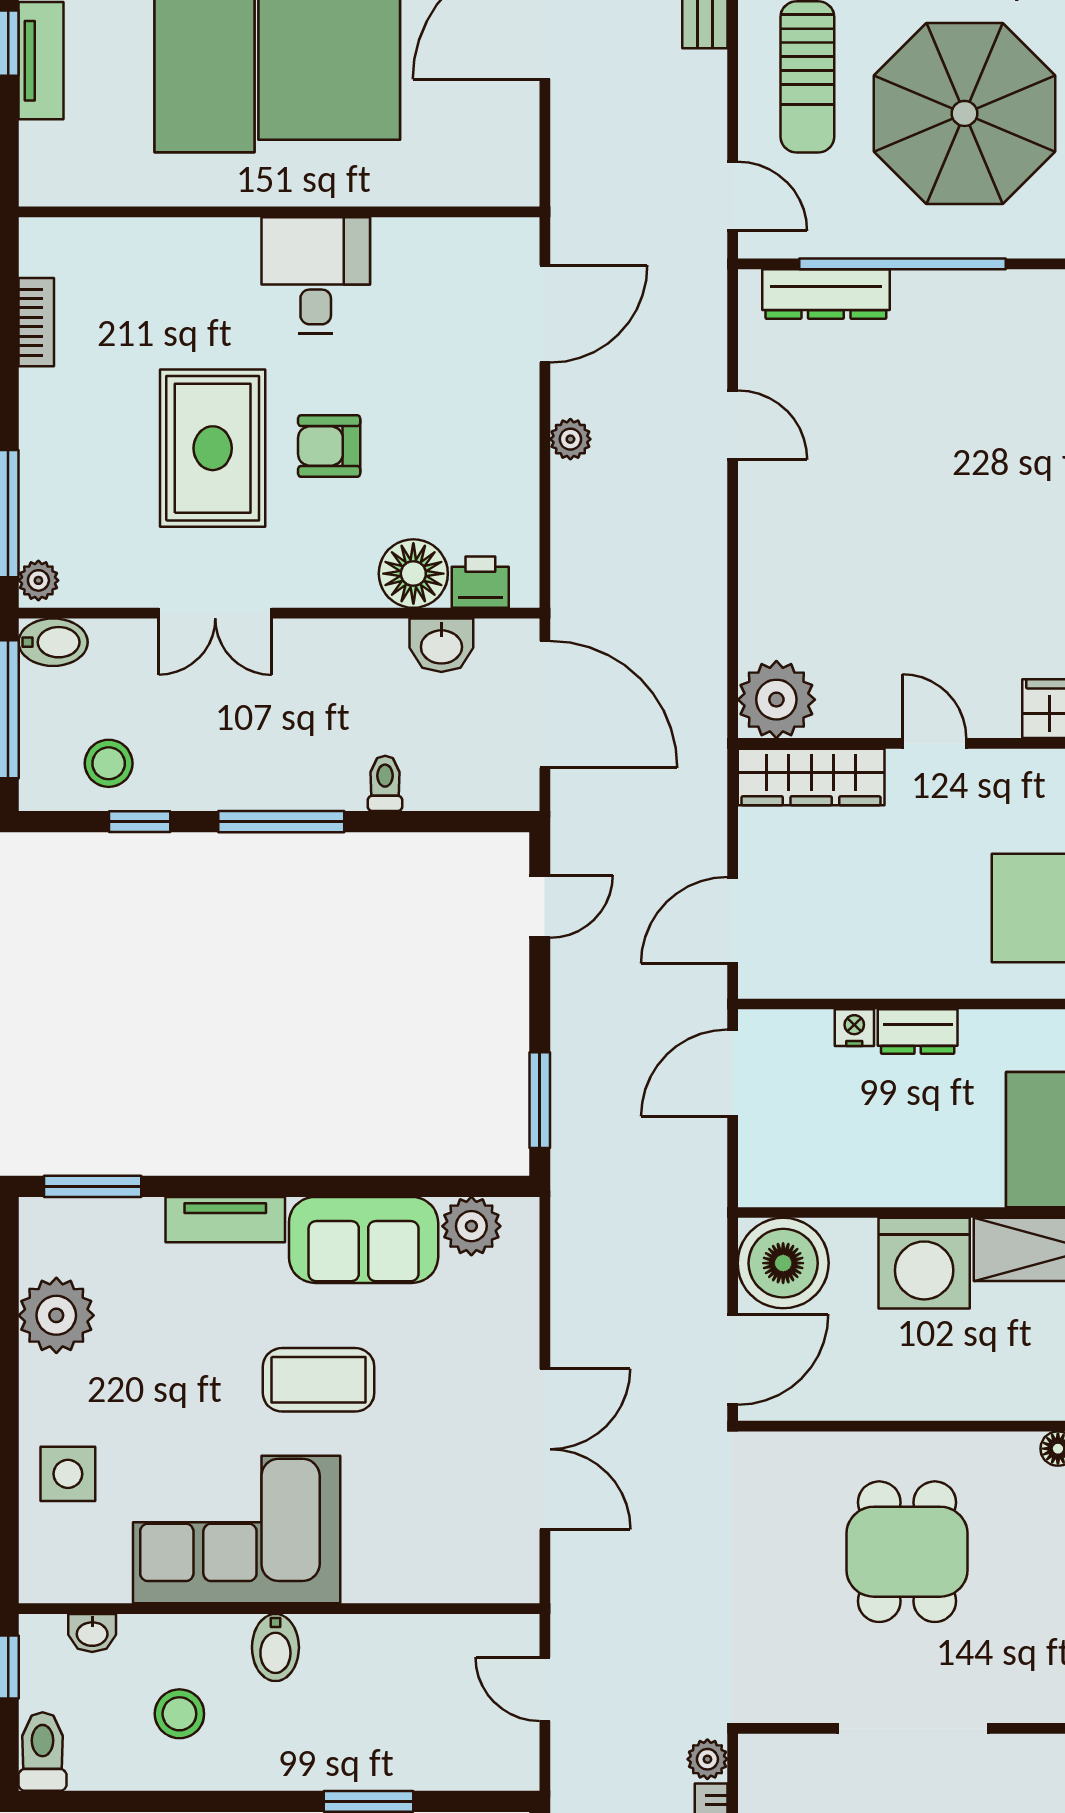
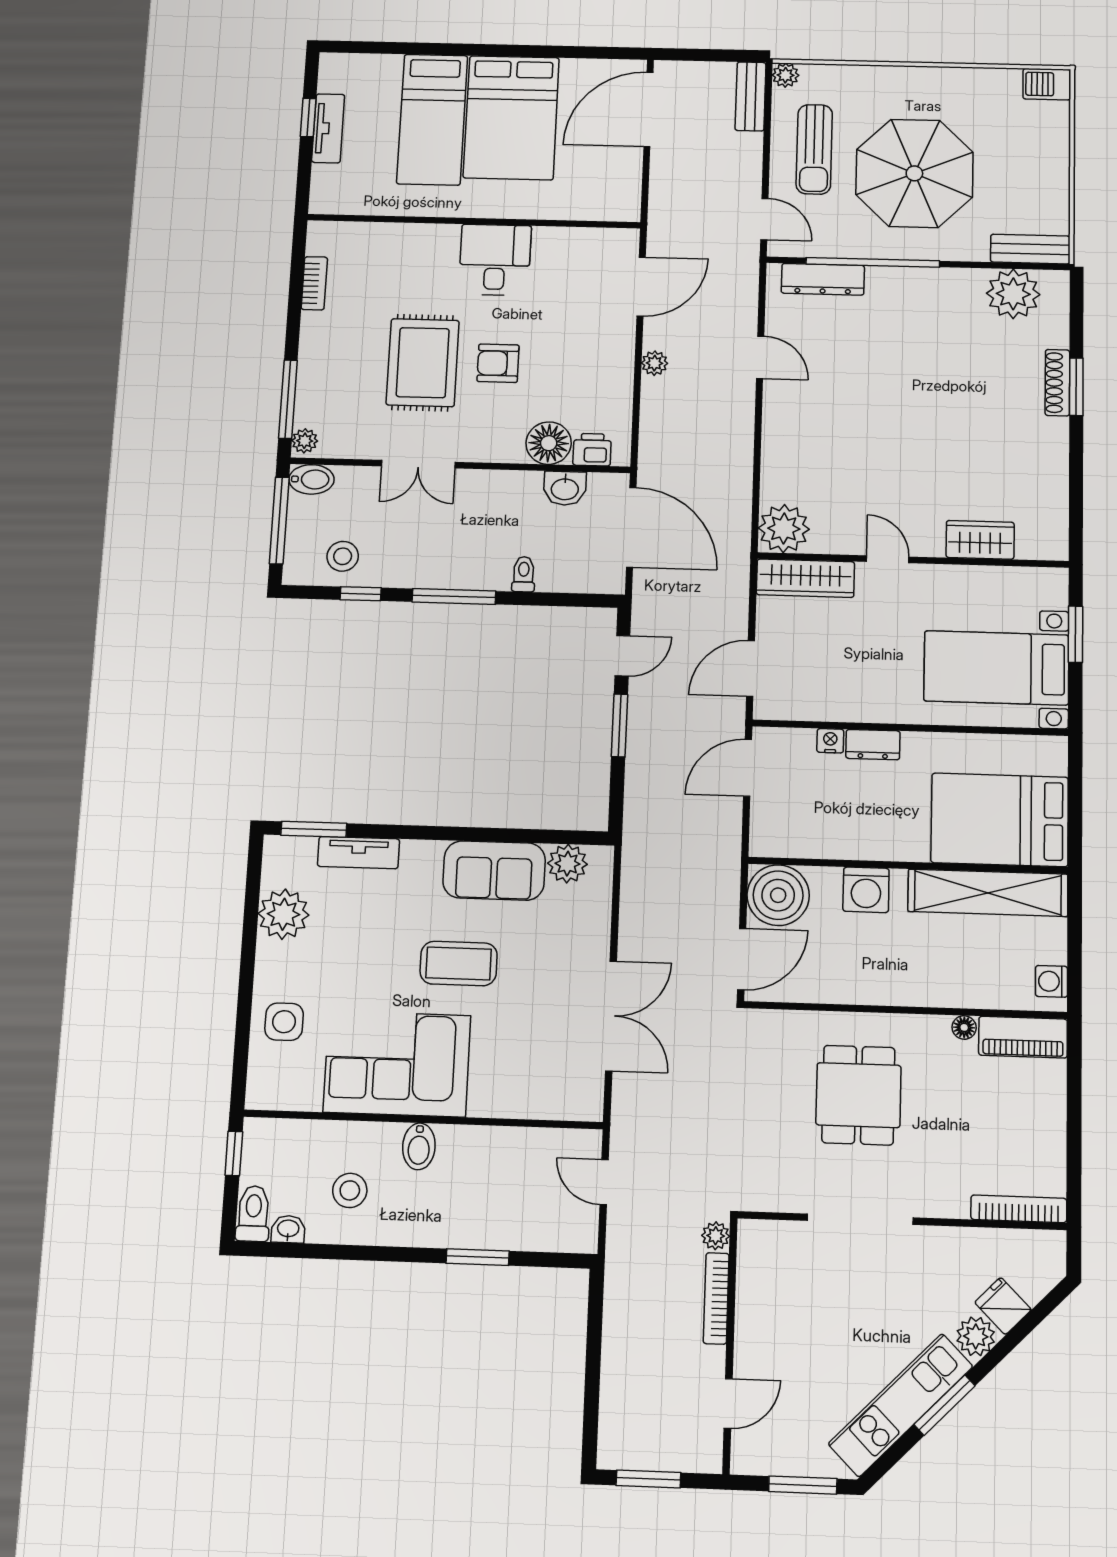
window: (540, 1100) -> (620, 725), moved
tv unit: (225, 1220) -> (358, 853), moved
washing machine: (924, 1263) -> (866, 890), width x0.73, depth x0.73
washbasin: (92, 1633) -> (288, 1229), moved, turned 180

